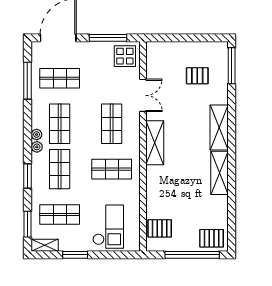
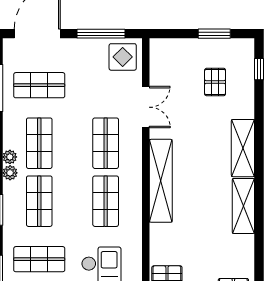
window: (197, 38) -> (214, 34), added
window: (232, 66) -> (259, 69), width x0.46
pallet: (197, 76) -> (215, 82), turned 90
shelving: (155, 143) -> (161, 181), width x1.47
shop shelf: (112, 169) -> (106, 201), turned 90

